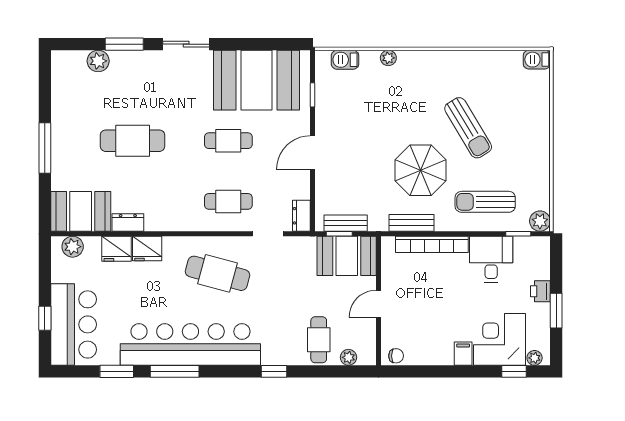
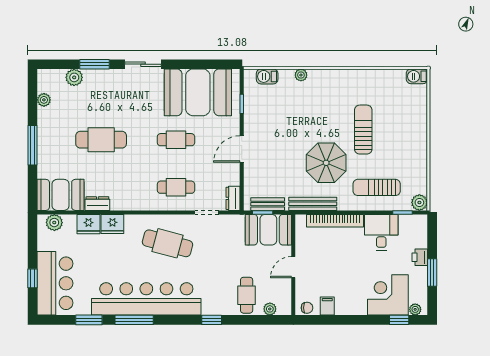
plant: (59, 90) -> (44, 100), added
sun lounger: (468, 128) -> (363, 130), turned -149
bench: (412, 223) -> (313, 204), width x1.36
filing cabinet: (463, 354) -> (327, 306), moved

